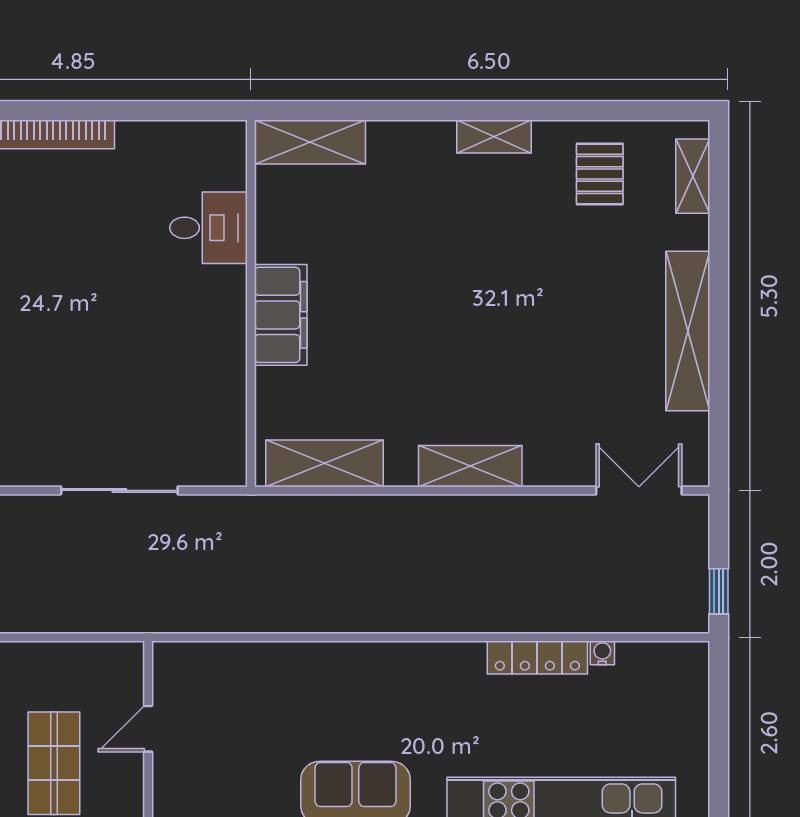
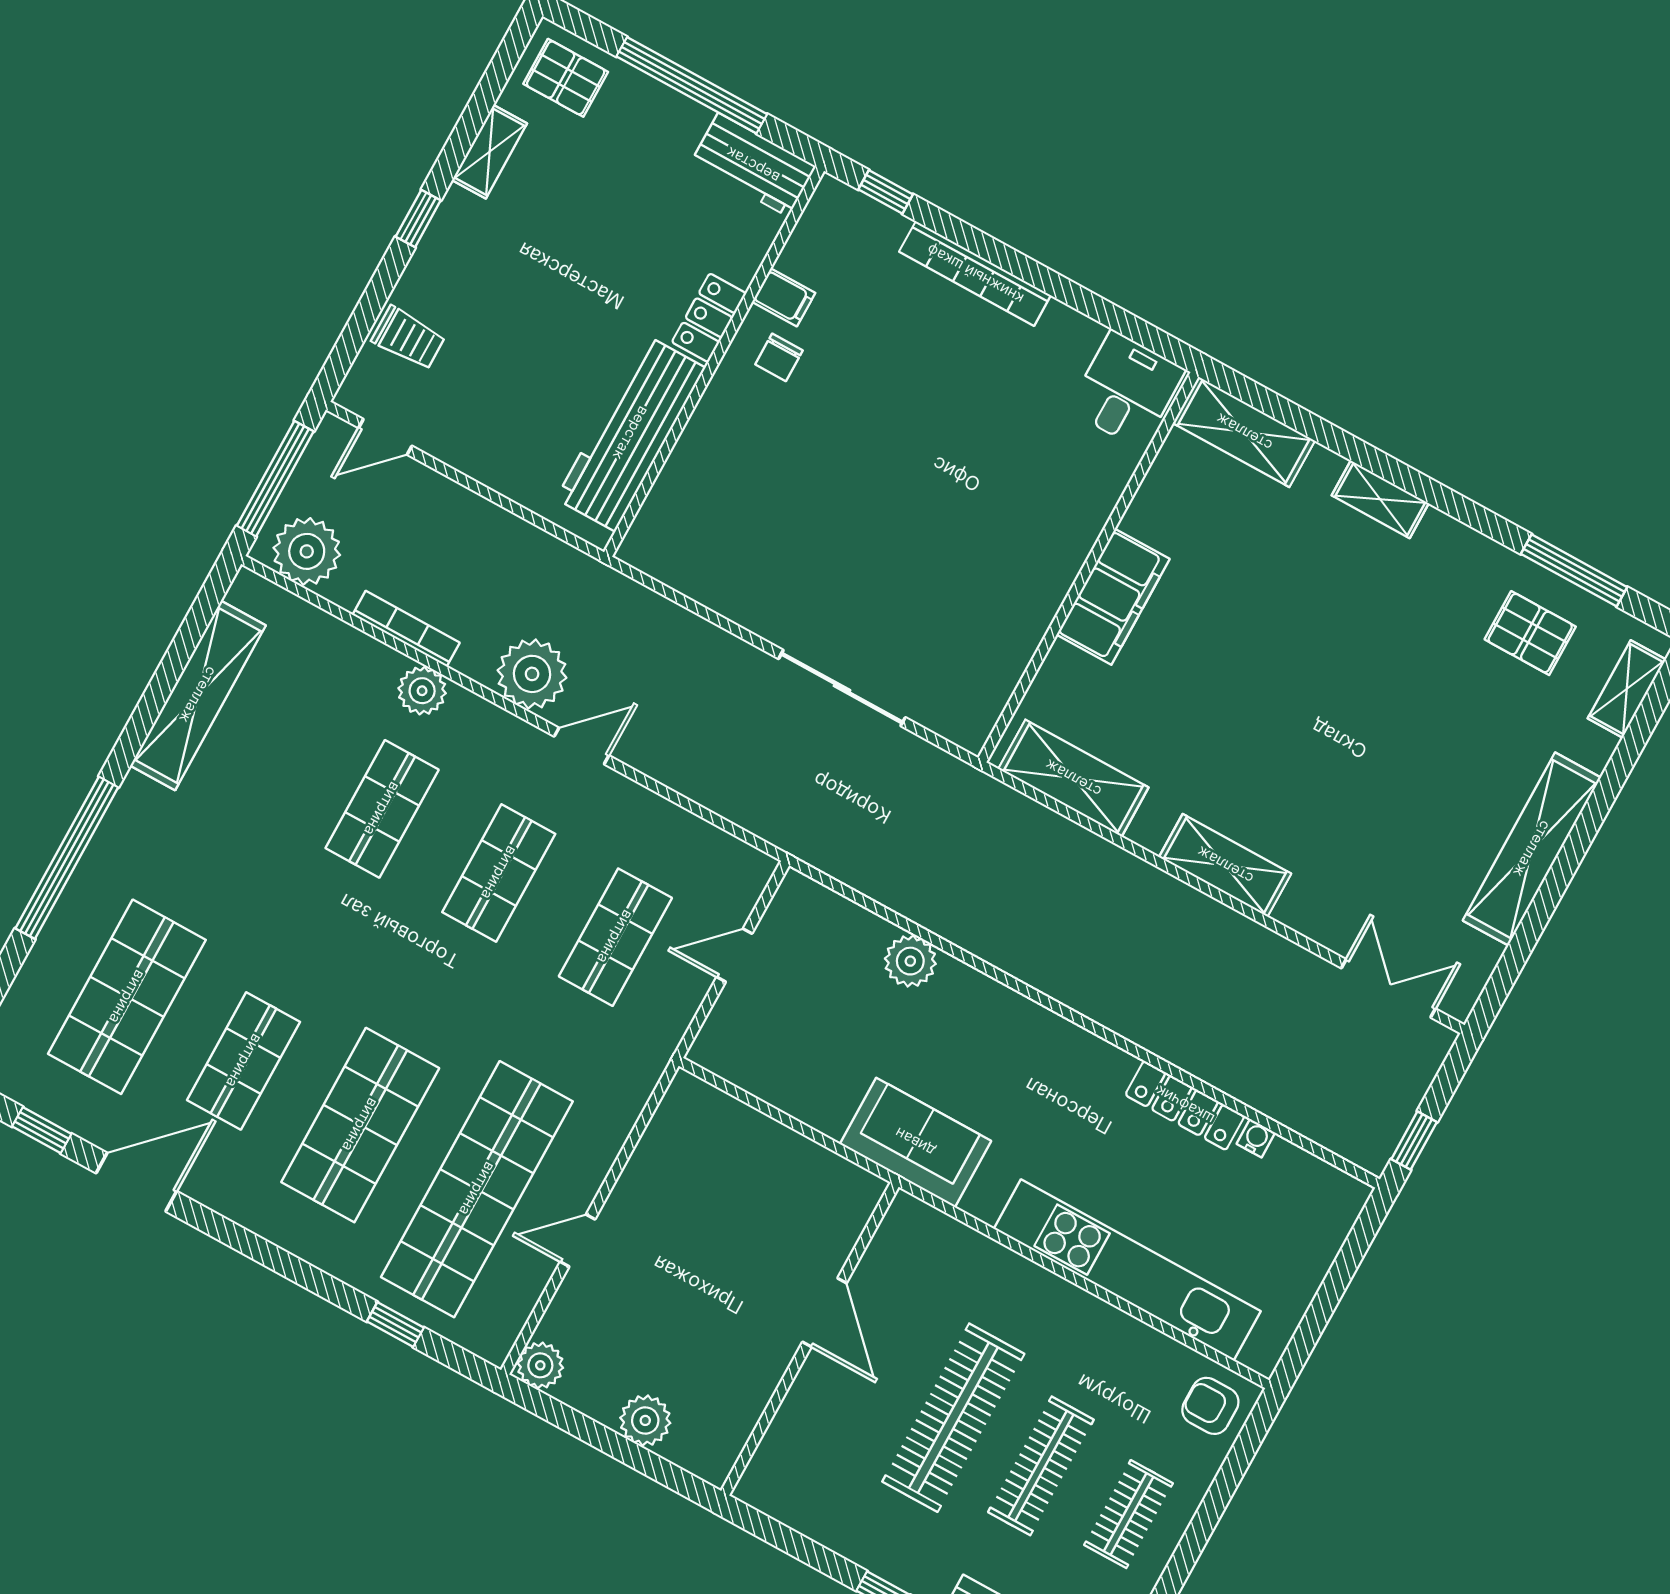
window: (607, 111) -> (1574, 570), added
shelving: (494, 137) -> (1380, 499), moved
pallet: (600, 174) -> (1530, 633), turned 90
desk: (209, 228) -> (1126, 390), moved, turned -90
plant: (279, 662) -> (910, 961), added

